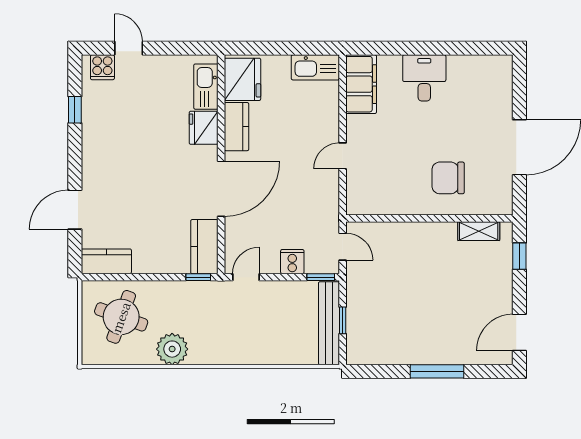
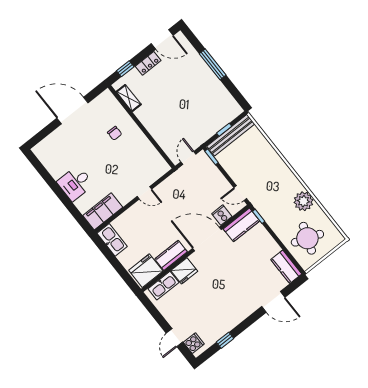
chair: (448, 178) -> (115, 133), width x0.54, depth x0.54
cooker: (292, 262) -> (222, 215), moved, turned 90
locker: (503, 291) -> (148, 63), added

